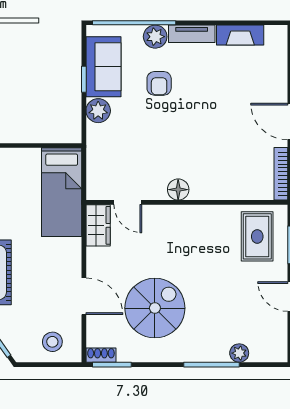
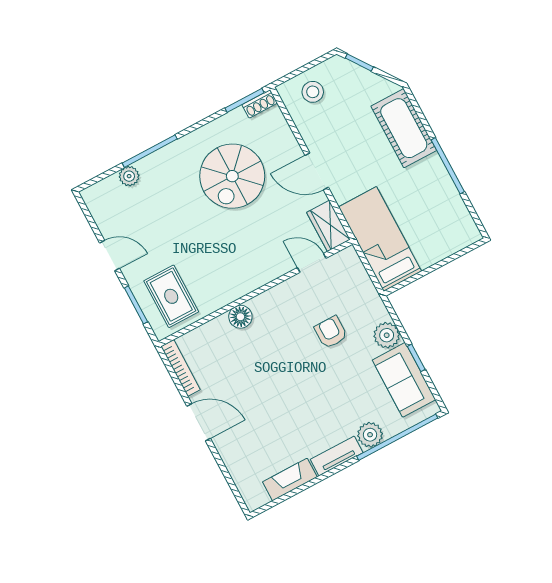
armchair: (159, 83) -> (331, 332), moved
floor lamp: (178, 190) -> (240, 317), moved
door: (84, 296) -> (317, 171), moved

